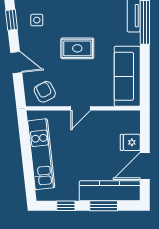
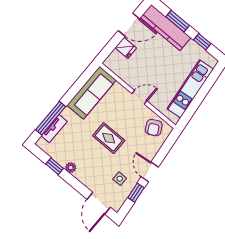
door: (16, 62) -> (150, 172), moved

